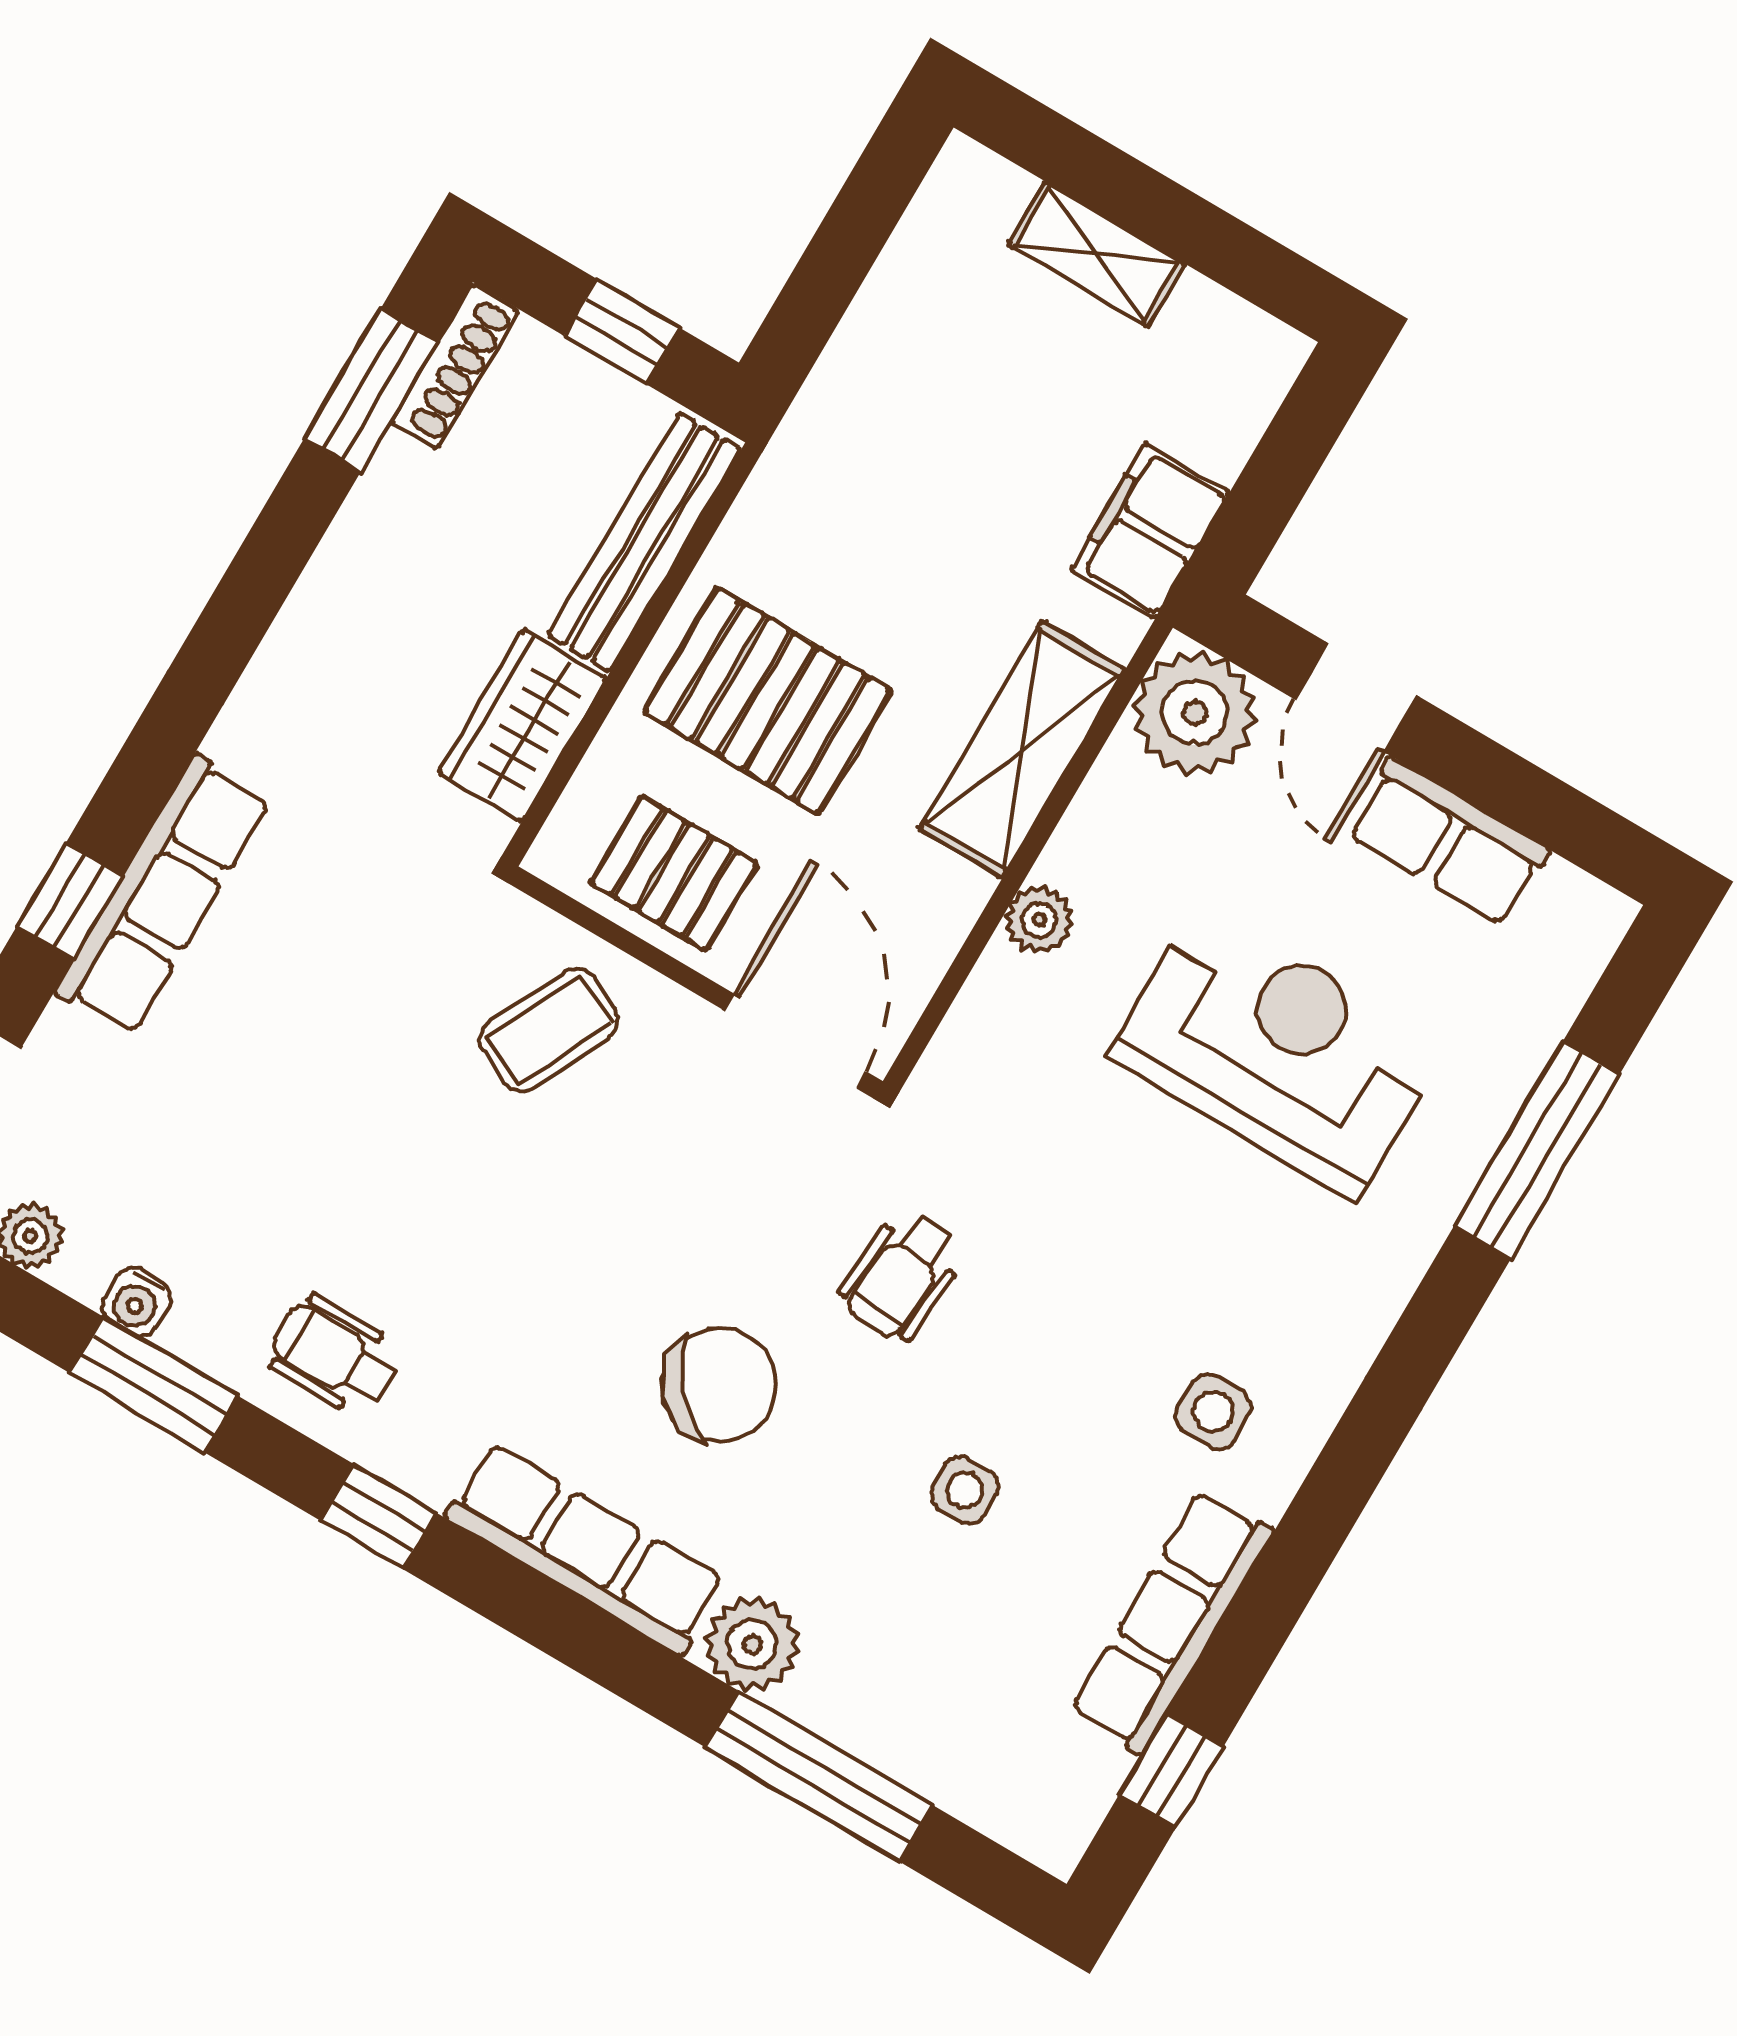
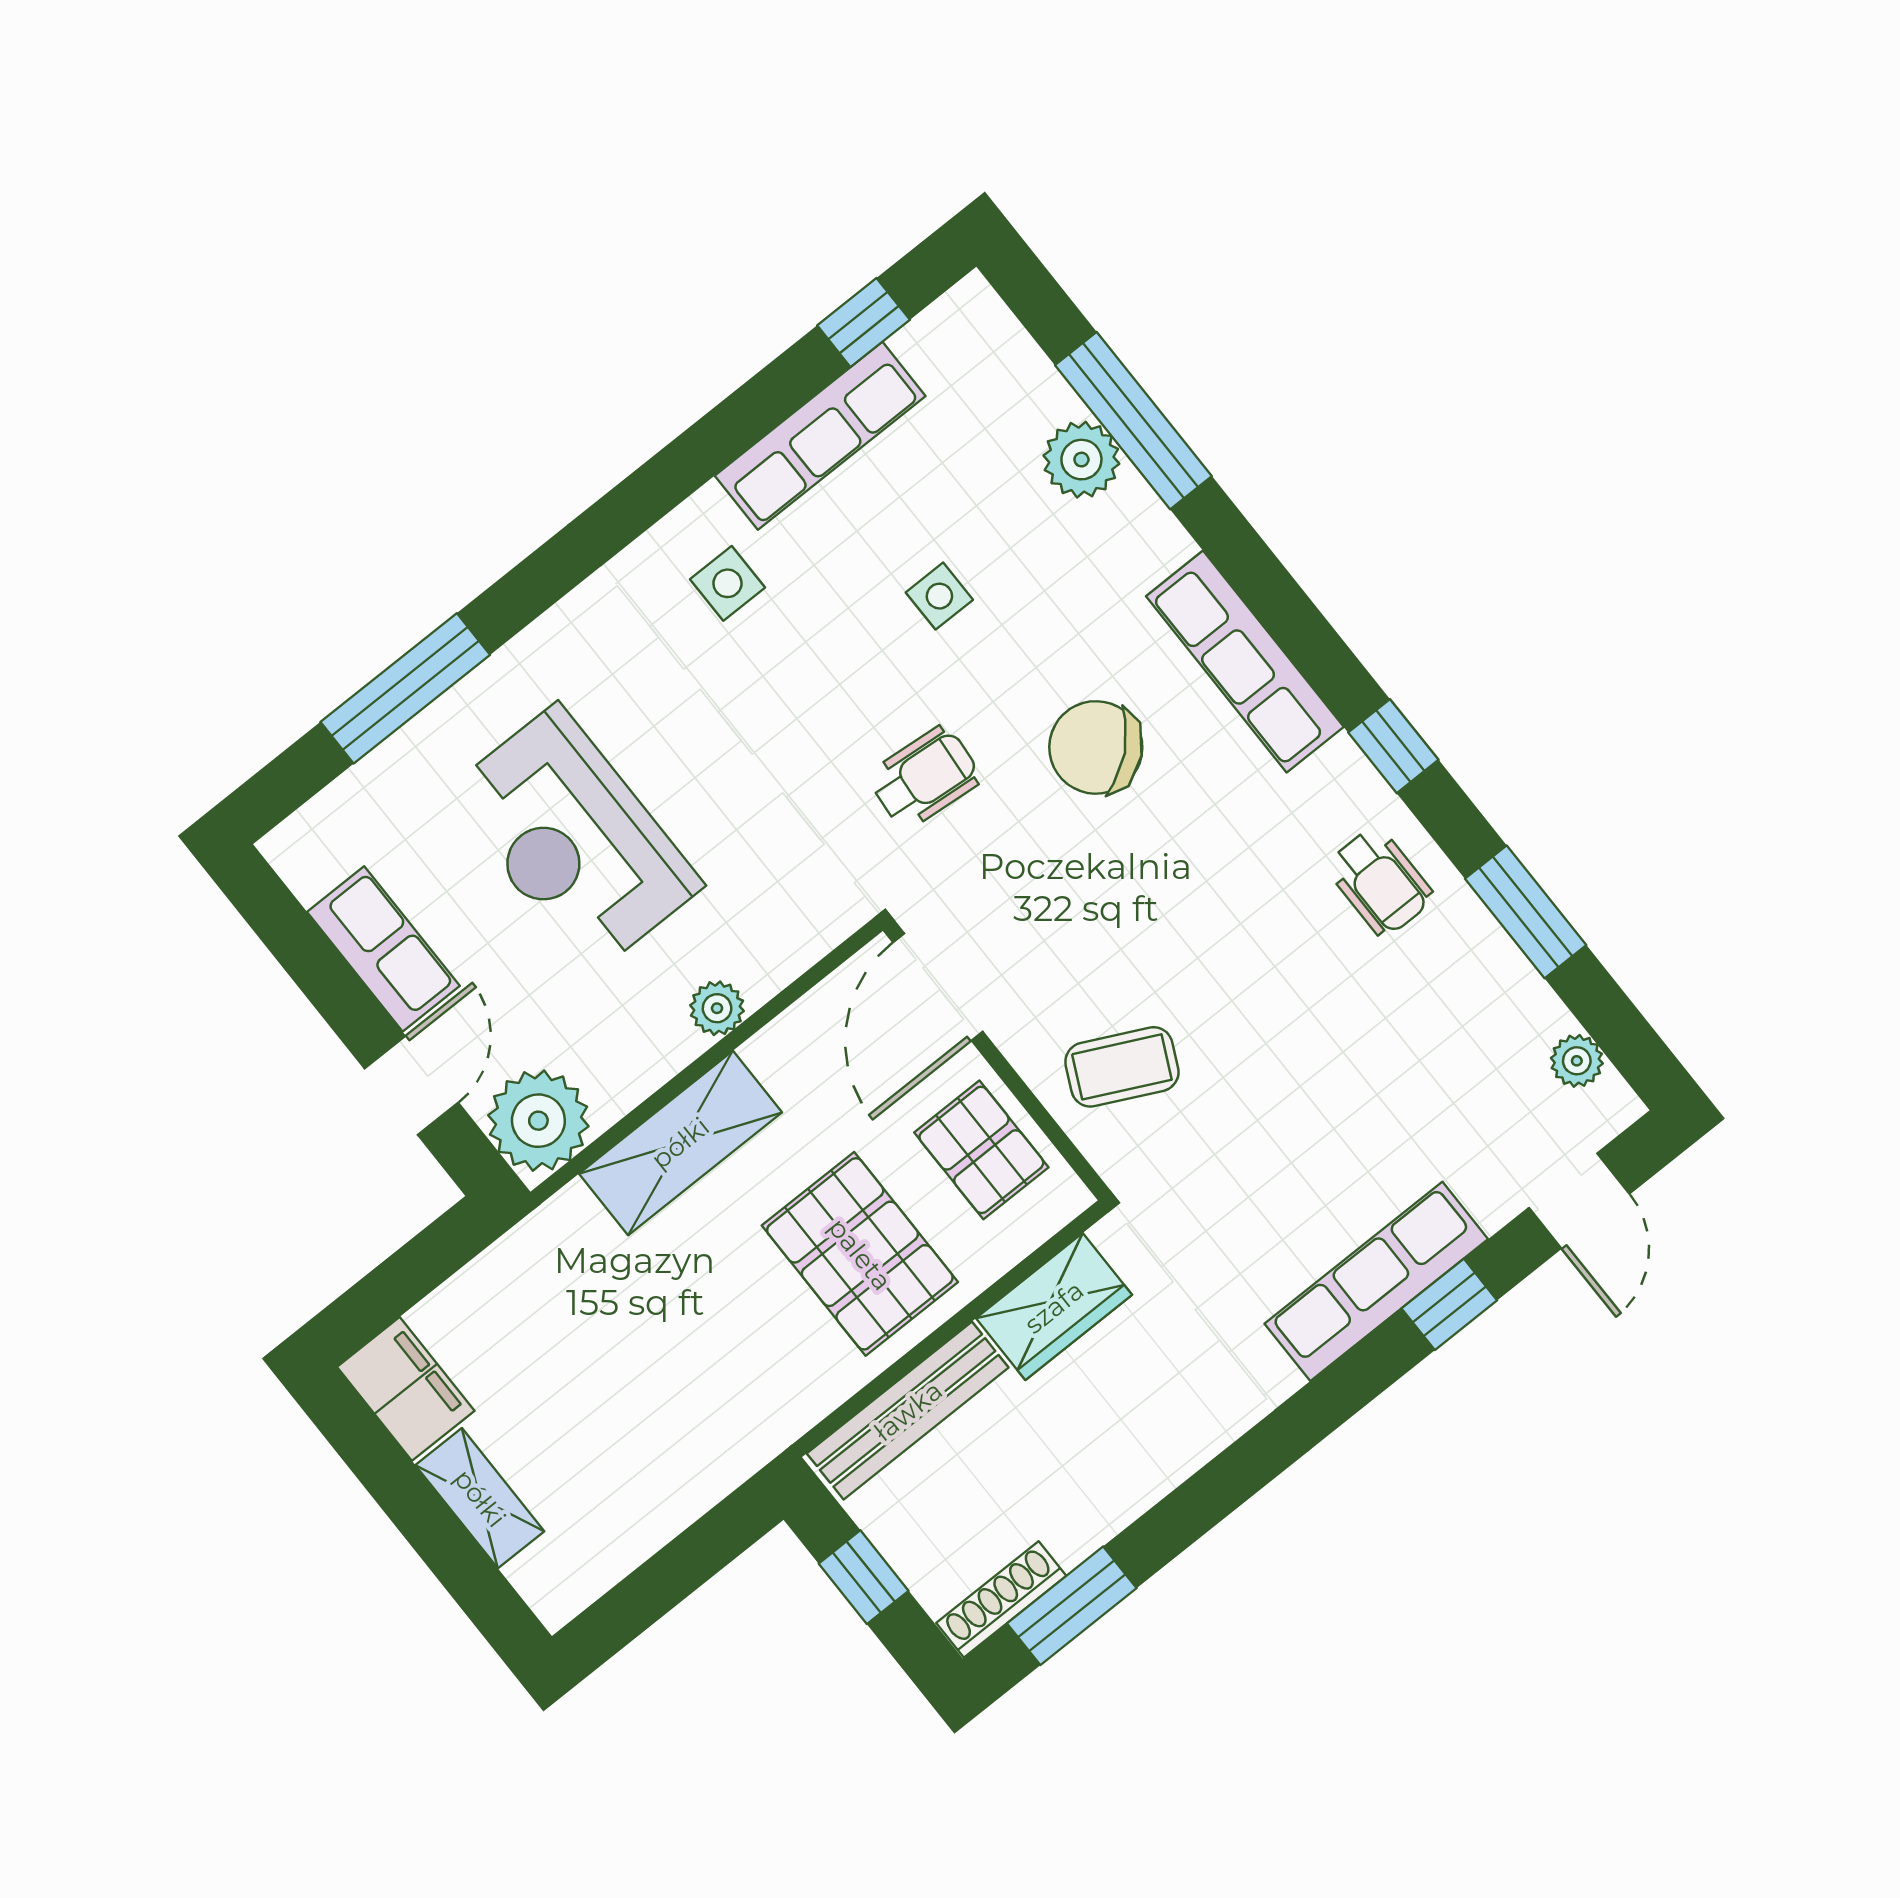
filing cabinet: (1150, 531) -> (406, 1389), moved, turned -90
water cooler: (137, 1302) -> (1515, 980), removed
plant: (752, 1644) -> (1081, 460), moved

